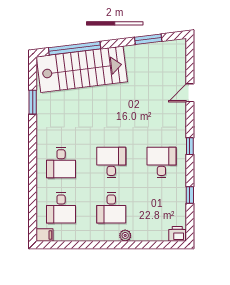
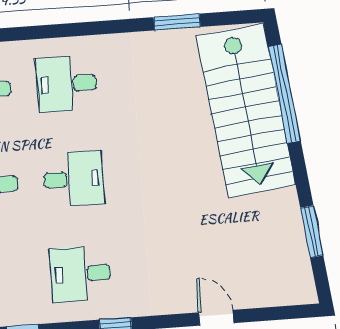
desk: (161, 163) -> (81, 274), turned 180

